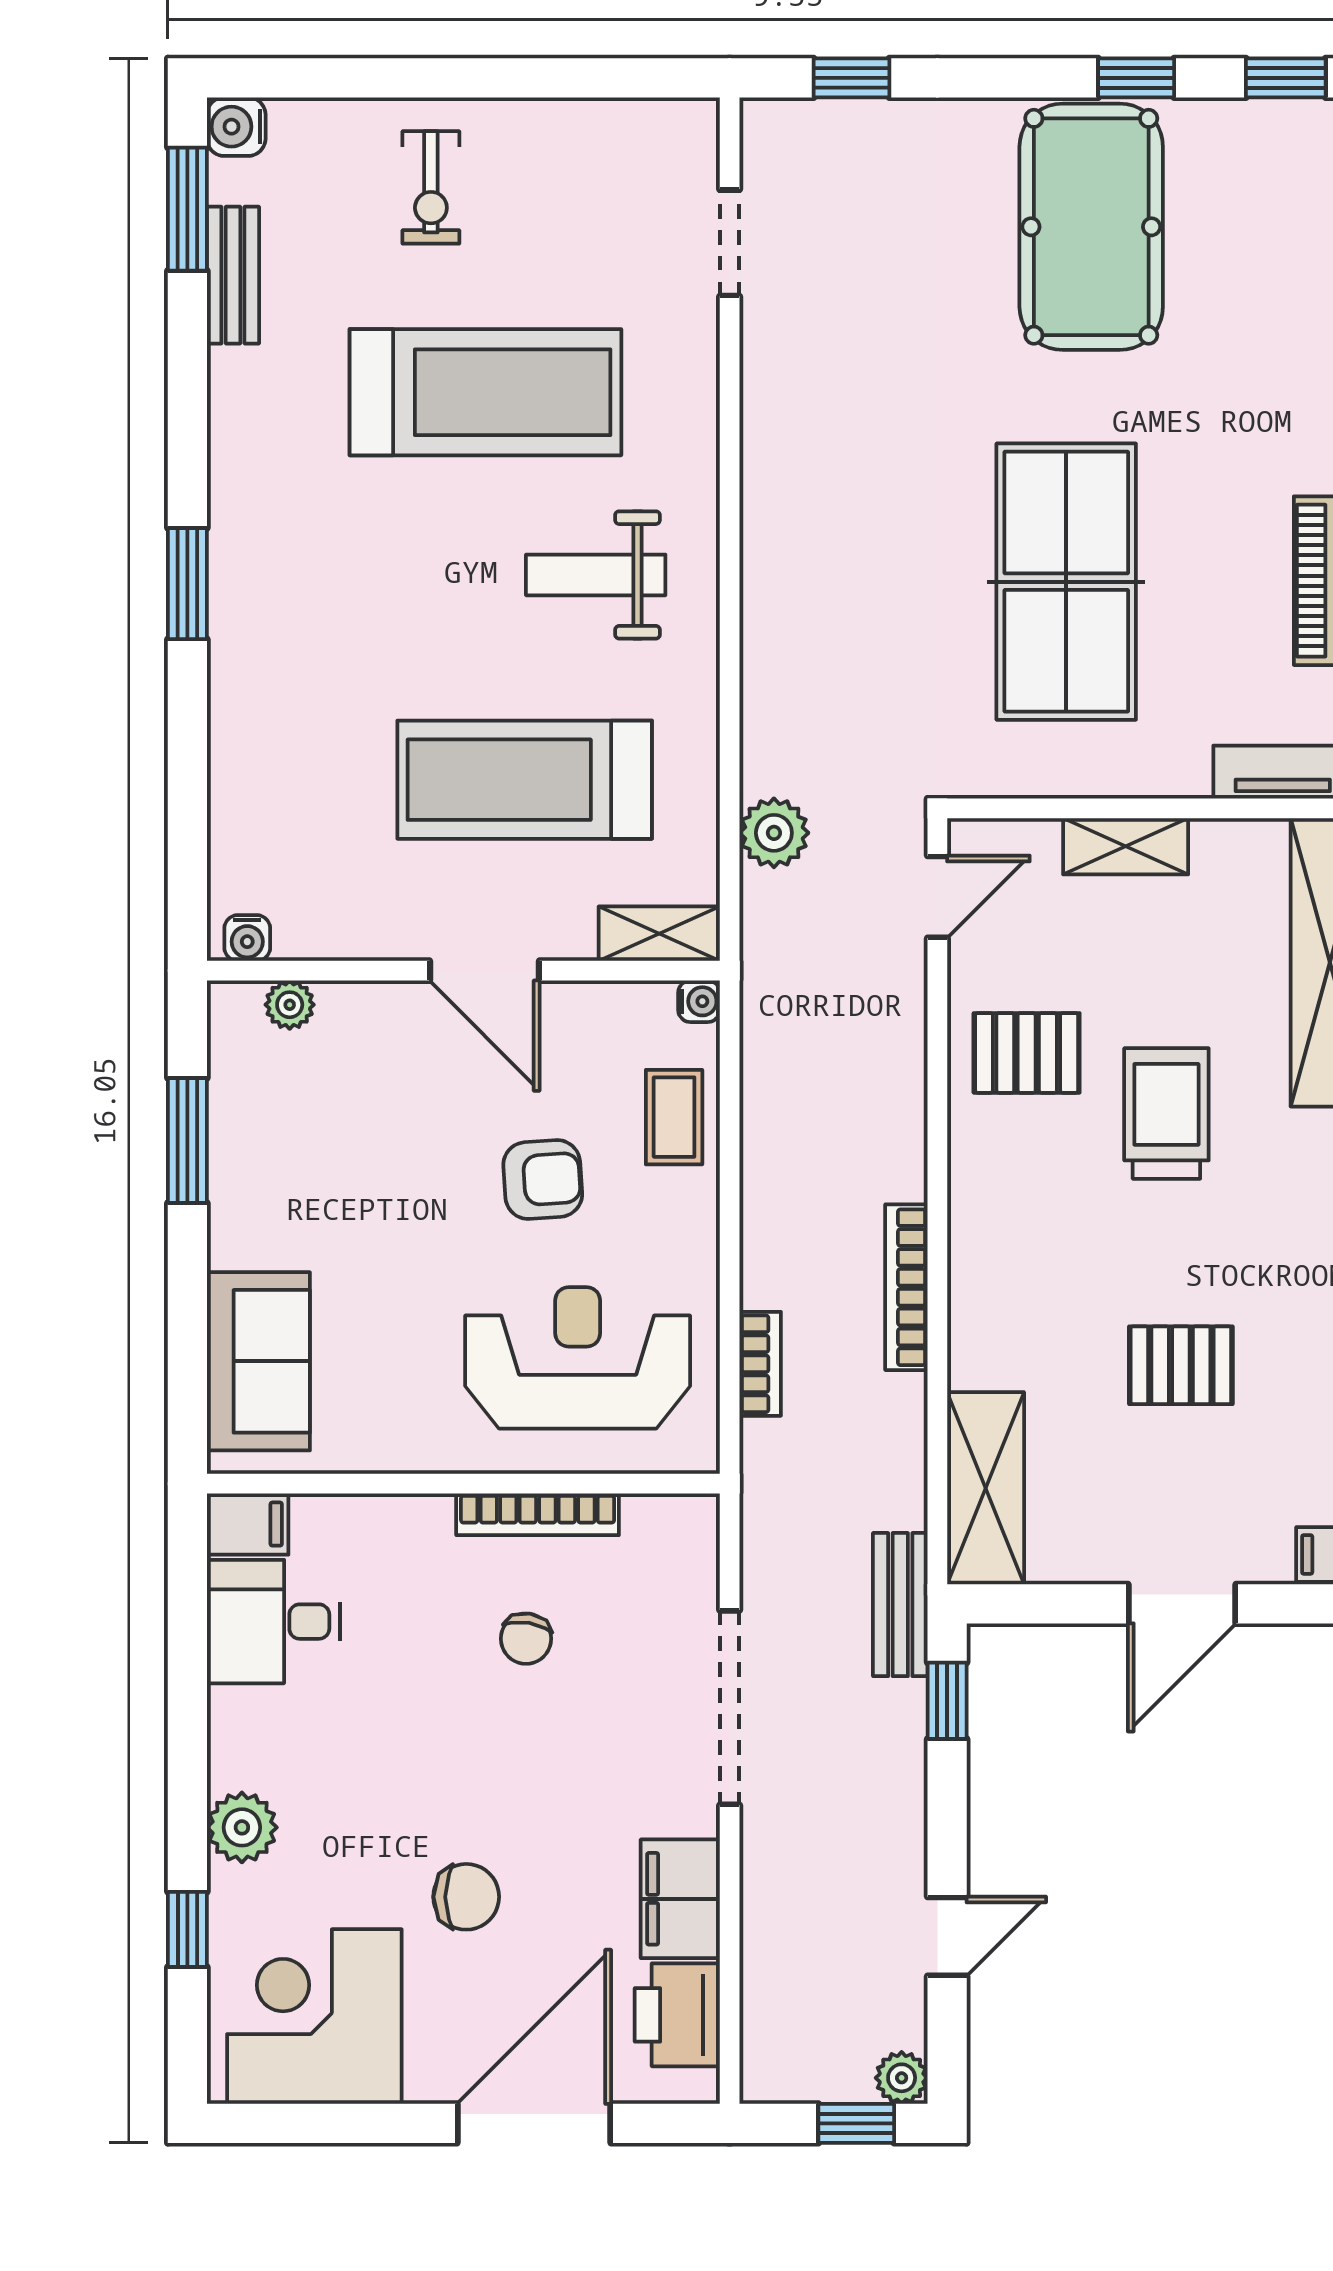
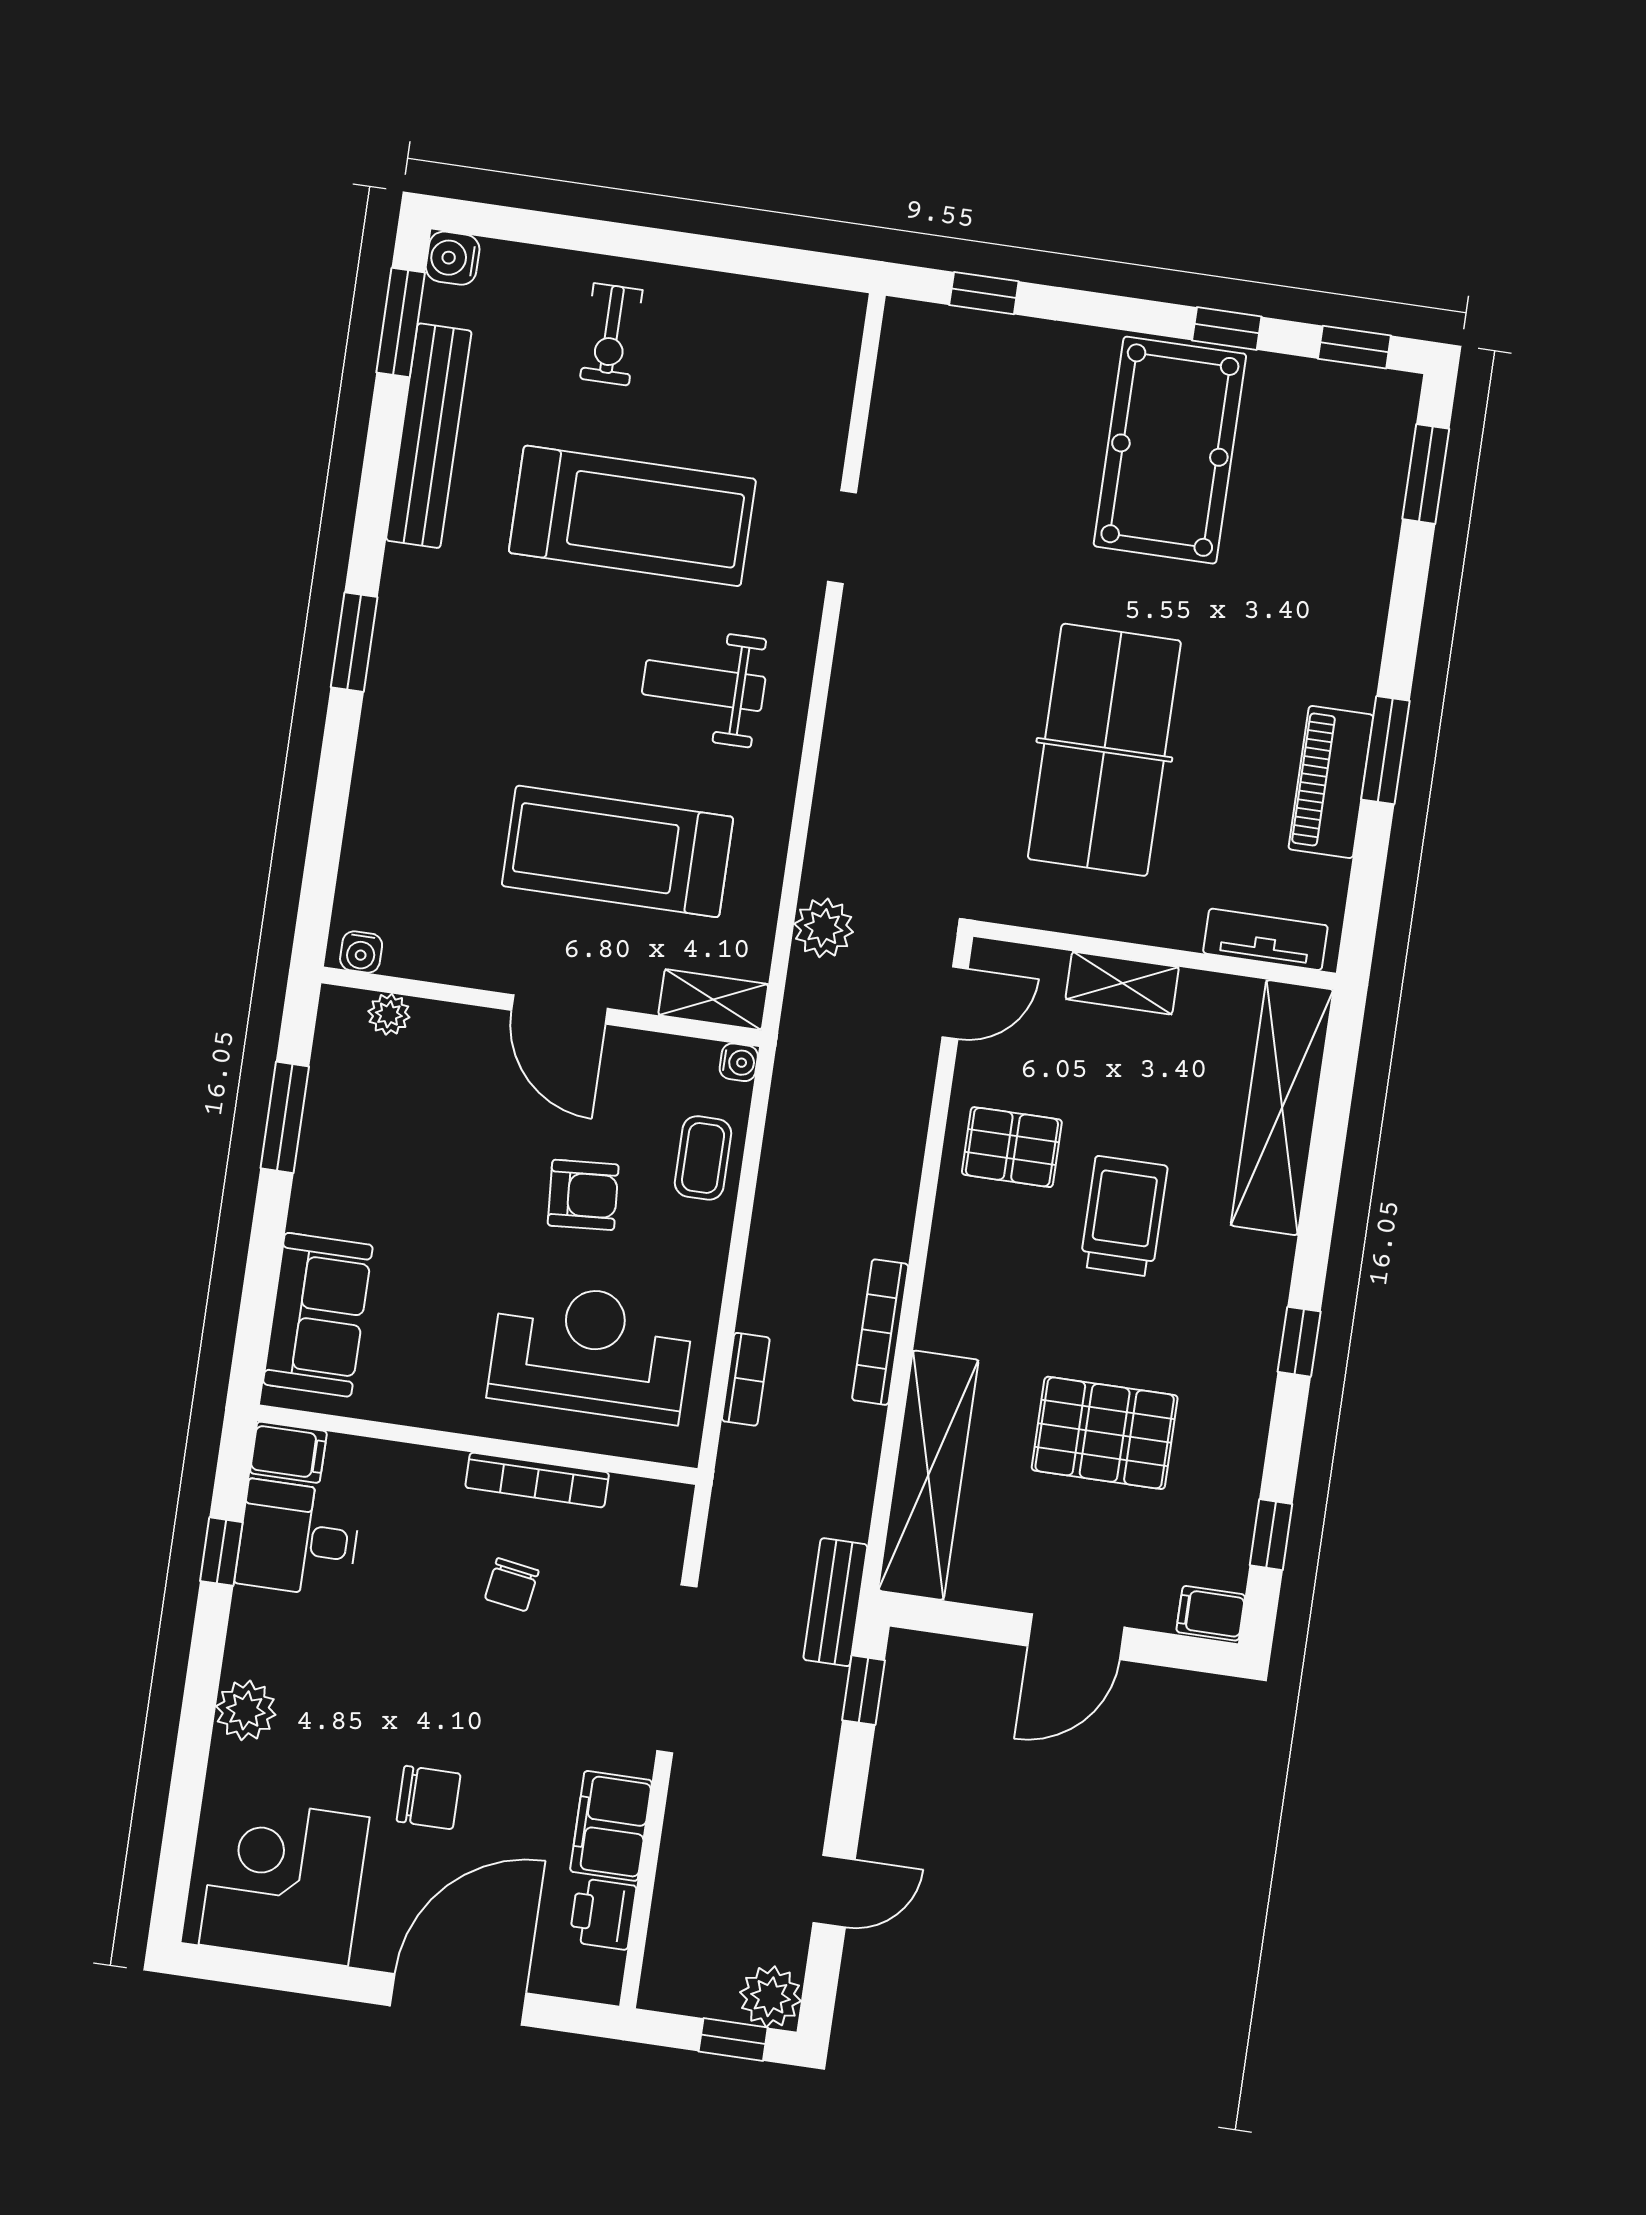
doorway: (730, 243) -> (842, 537), moved
bench: (233, 275) -> (429, 436), width x1.86, depth x1.21
pallet: (1181, 1365) -> (1105, 1433), width x1.50, depth x1.42
shelving: (986, 1488) -> (928, 1475), width x1.47
window: (187, 1929) -> (221, 1552), moved
printer: (677, 2015) -> (603, 1914), width x0.73, depth x0.81
plant: (902, 2078) -> (770, 1997), width x1.38, depth x1.38

